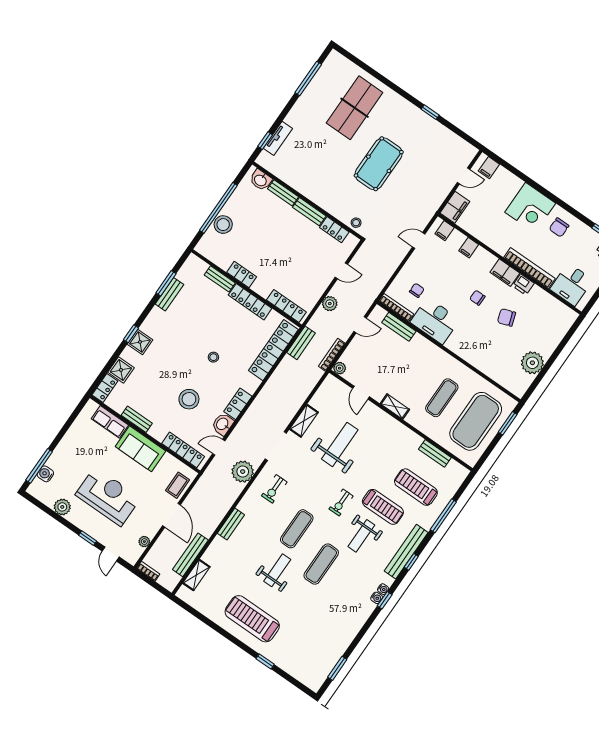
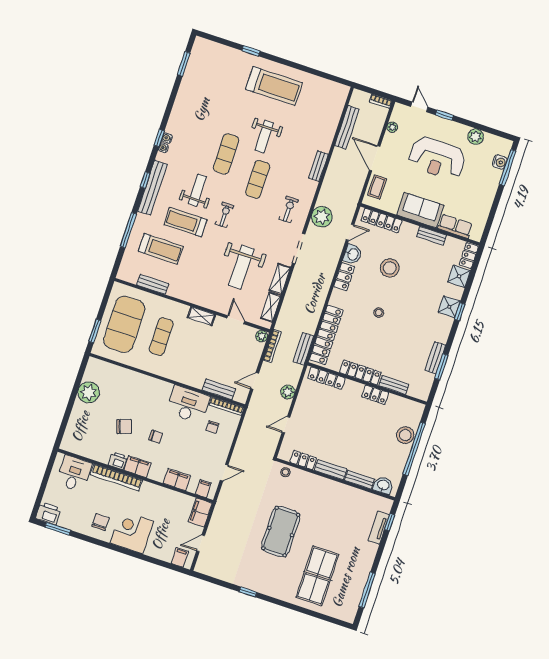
filing cabinet: (469, 248) -> (177, 480), width x2.00
shelving: (196, 575) -> (271, 307), moved

